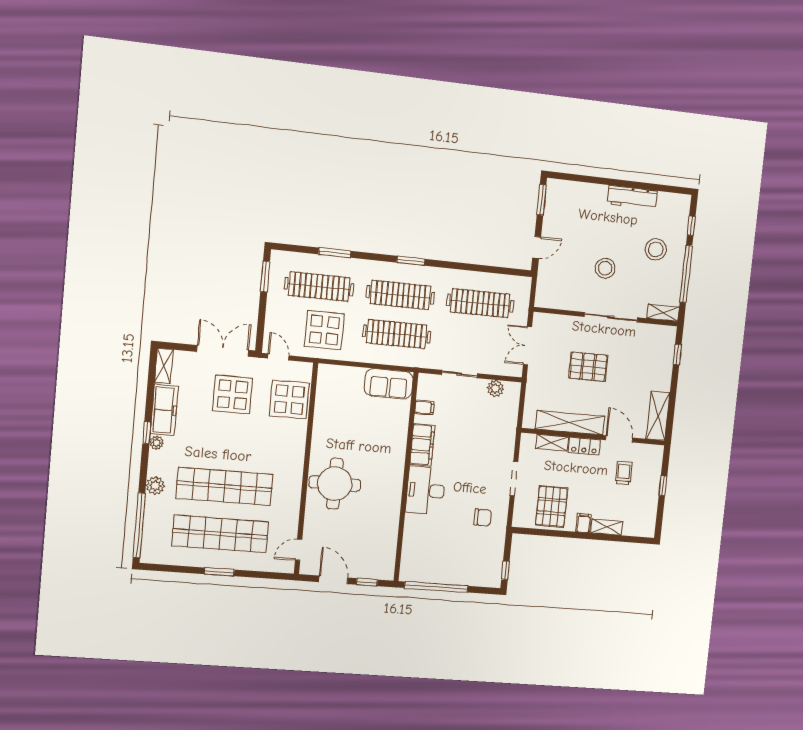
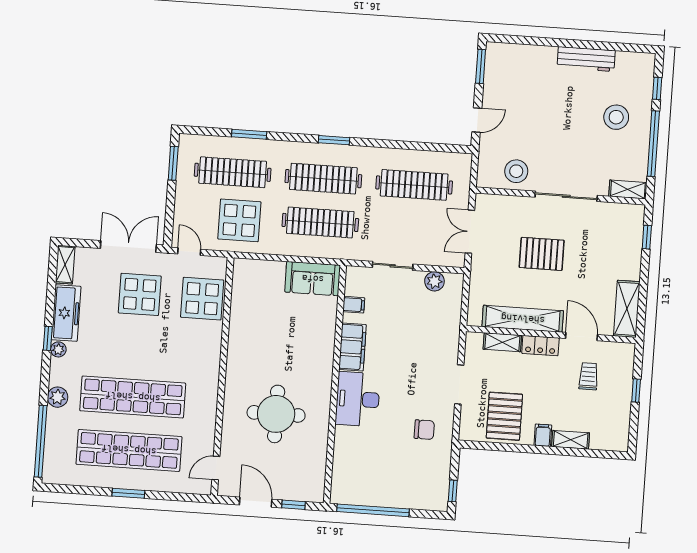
stool: (605, 268) -> (516, 171), moved
round table: (335, 484) -> (276, 414), moved

